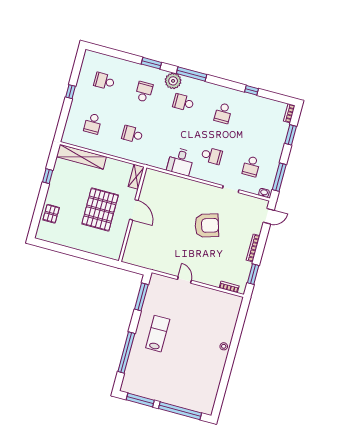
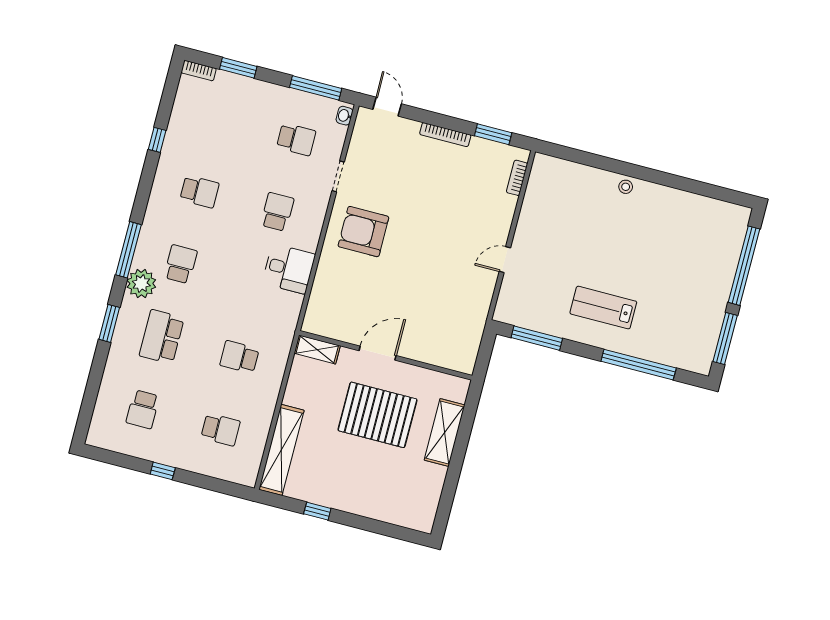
school desk: (144, 92) -> (162, 337), width x1.85
school desk: (183, 102) -> (181, 264), turned 180
school desk: (132, 134) -> (239, 357), turned 90
pallet: (51, 214) -> (386, 504), removed
armchair: (207, 225) -> (363, 232), moved, turned -73
shelving: (90, 246) -> (445, 433), added

